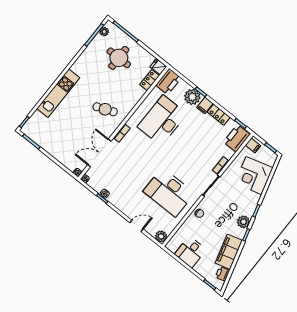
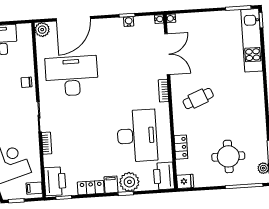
locker: (150, 80) -> (181, 147), moved
kitchen unit: (58, 93) -> (252, 40), moved
door: (136, 226) -> (73, 19), width x1.87

